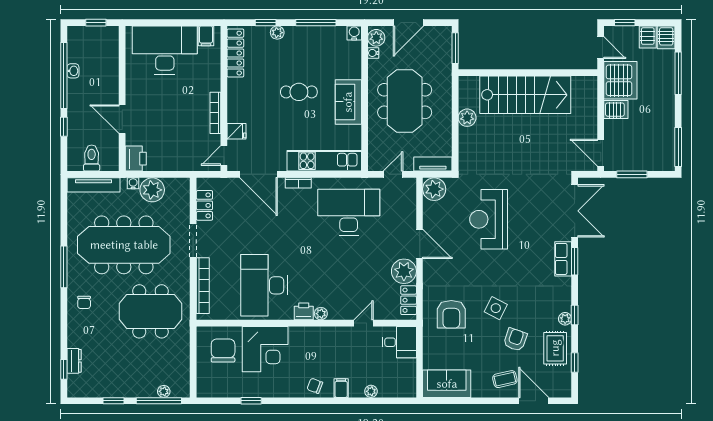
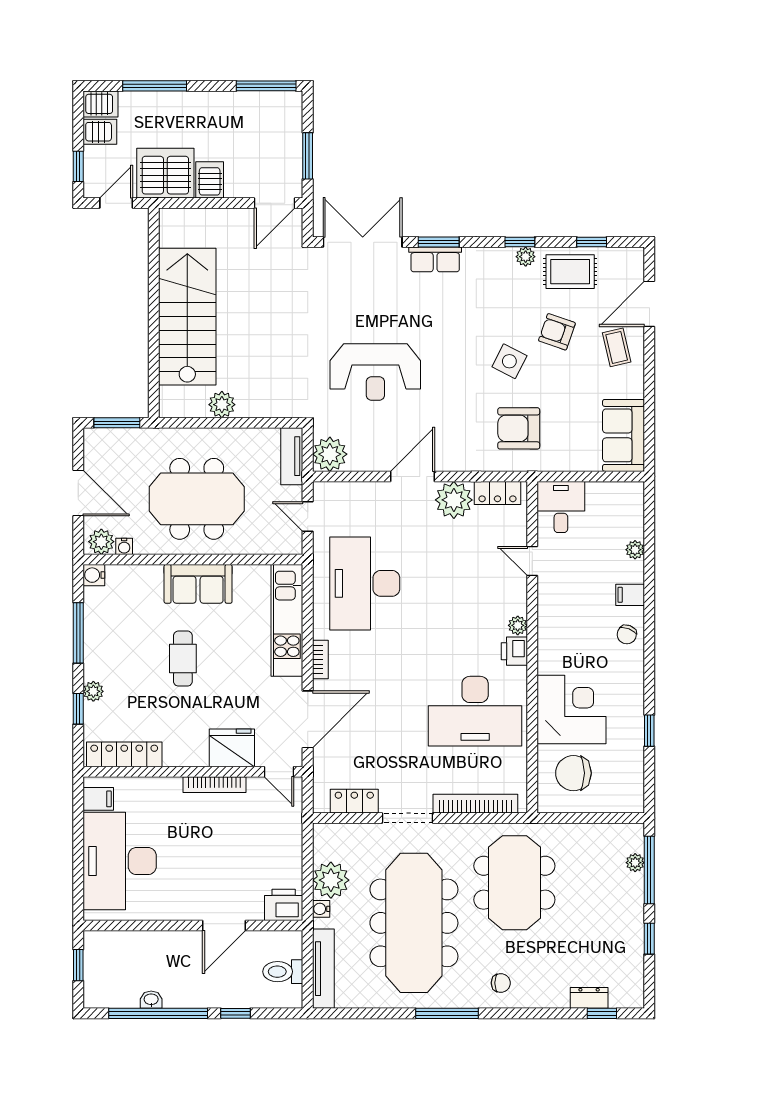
fridge: (237, 131) -> (232, 748), width x1.88, depth x1.34
armchair: (451, 314) -> (519, 428), turned 180

